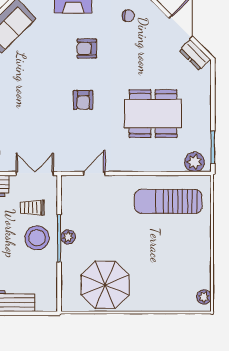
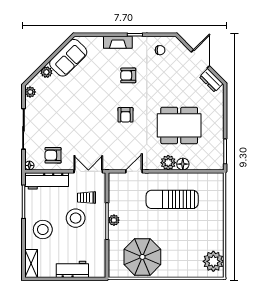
plant: (195, 162) -> (168, 163), moved
floor lamp: (158, 164) -> (183, 164), added
sun lounger: (168, 201) -> (172, 199), moved
stool: (37, 238) -> (76, 218), moved
plant: (204, 297) -> (213, 261), width x1.88, depth x1.88

